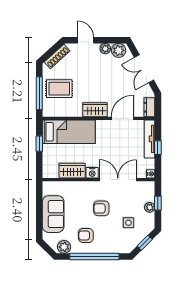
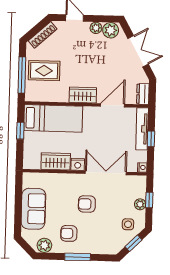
double door: (144, 69) -> (138, 51), swing flipped
side table: (128, 223) -> (128, 224), moved
window: (94, 257) -> (78, 257), width x0.47

